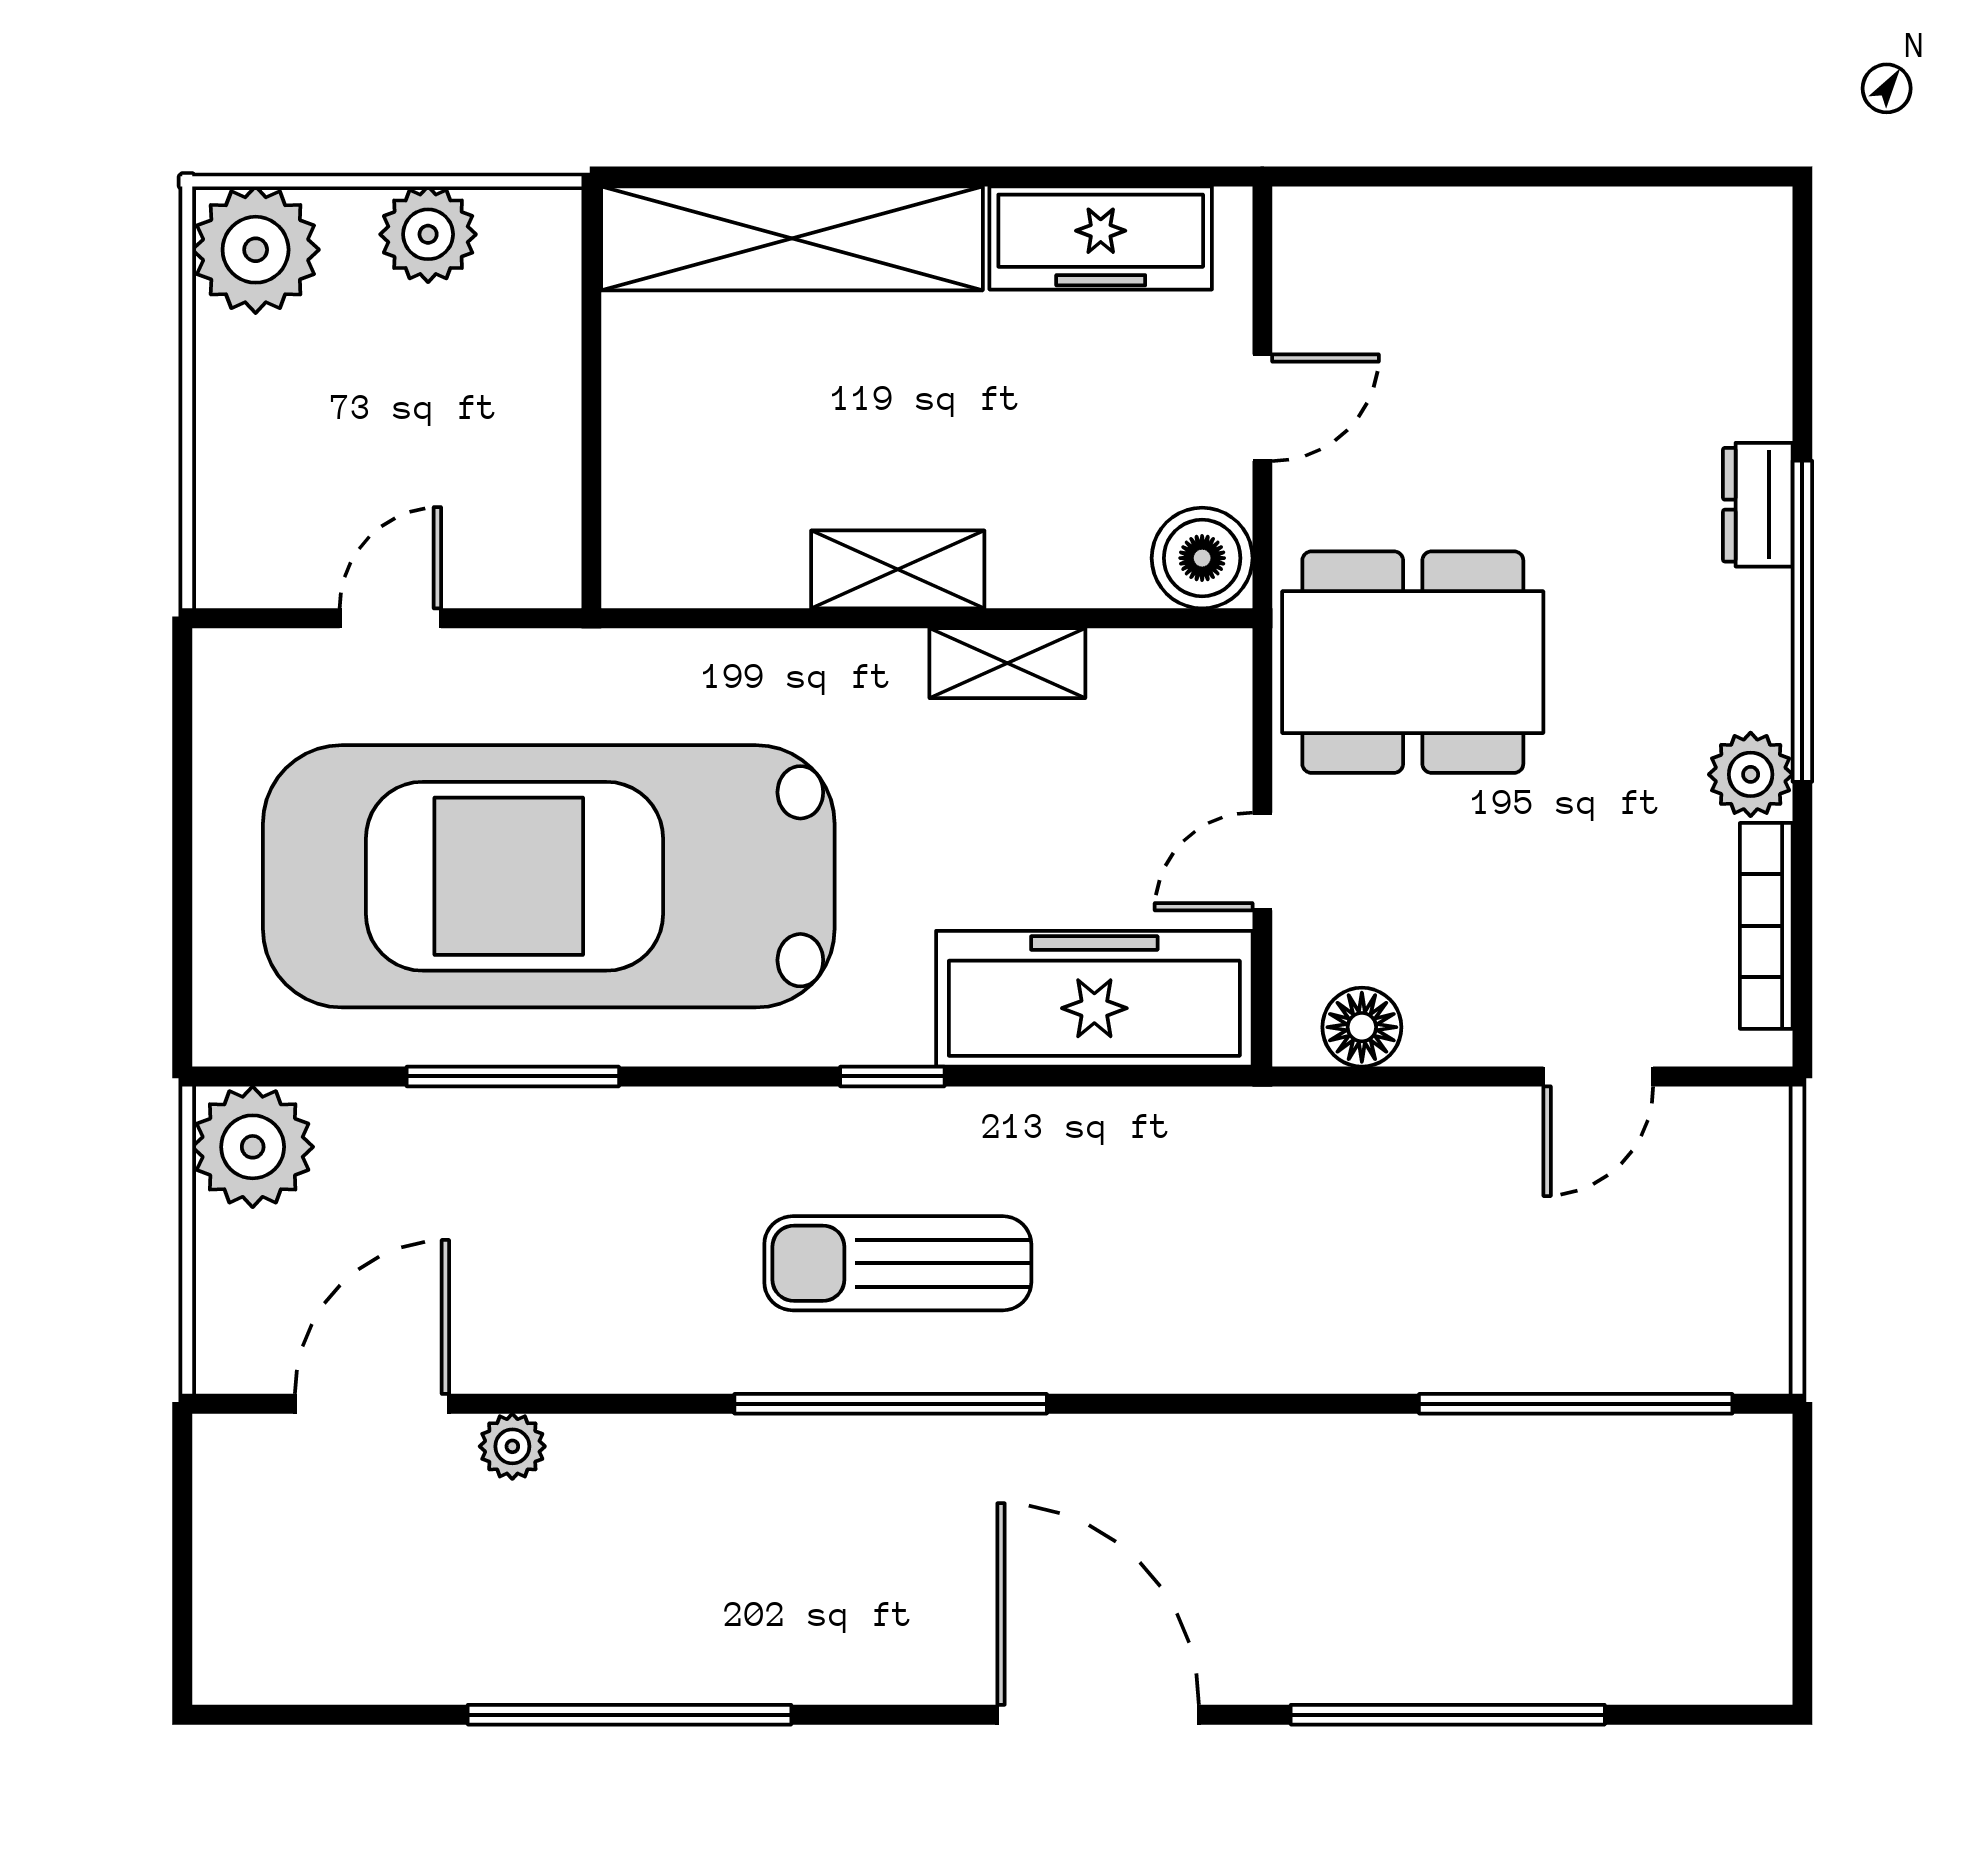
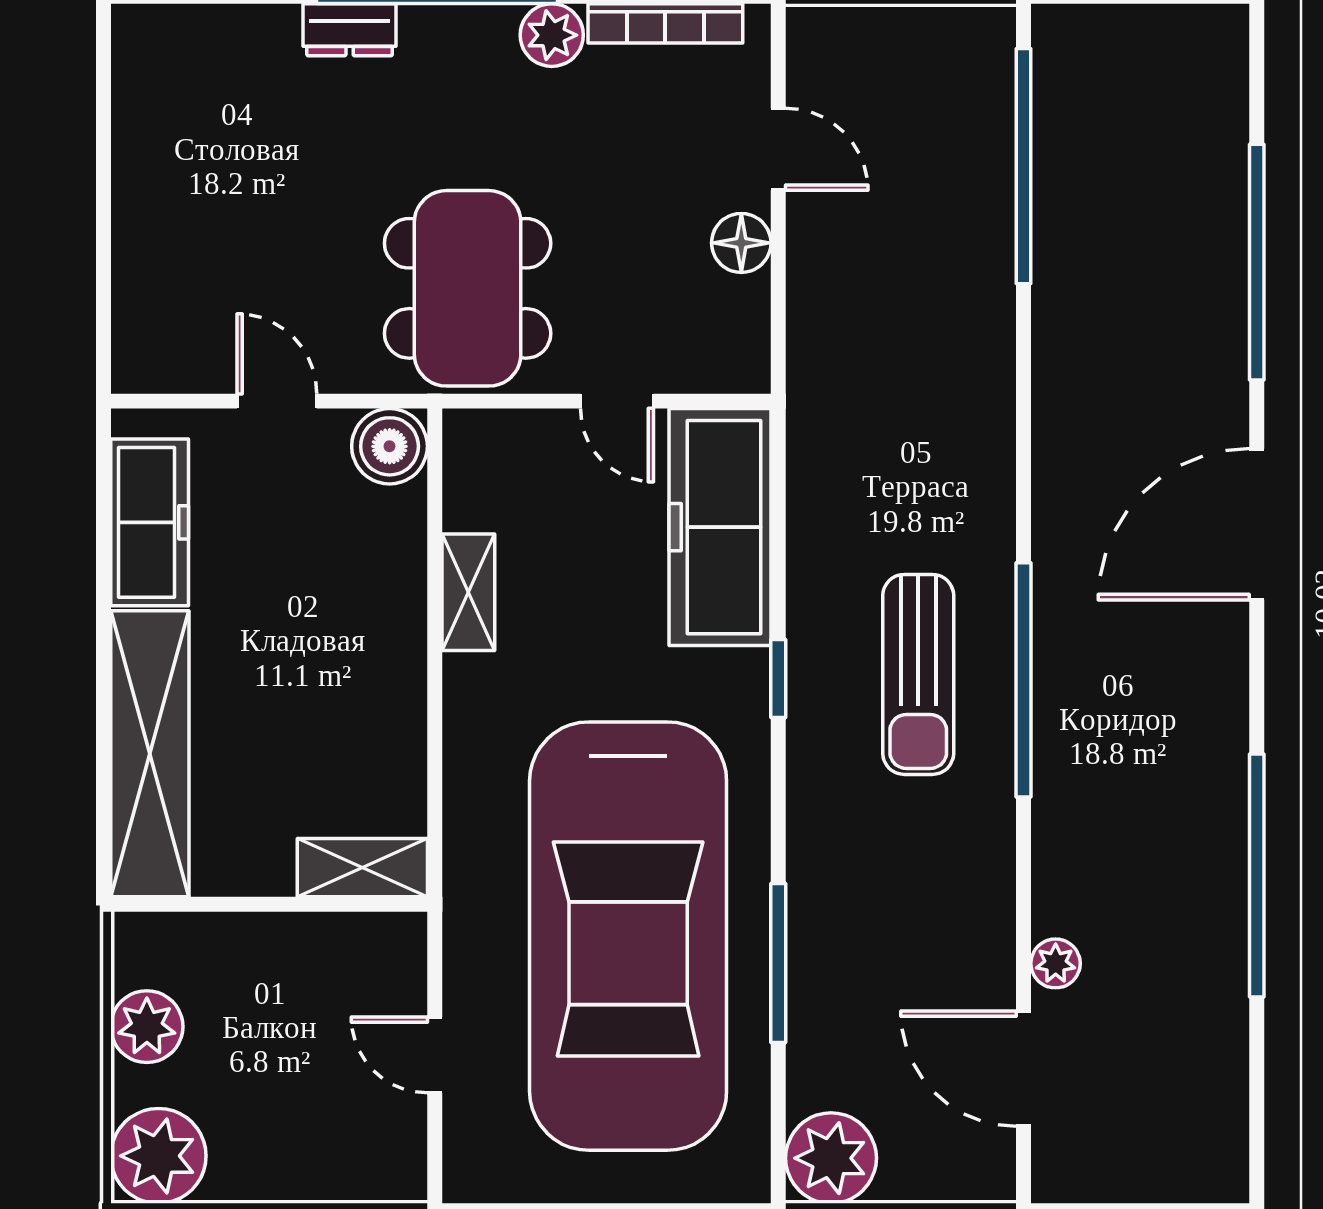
shelving: (898, 569) -> (362, 868), moved, turned 90
floor lamp: (1362, 1027) -> (741, 243), moved

